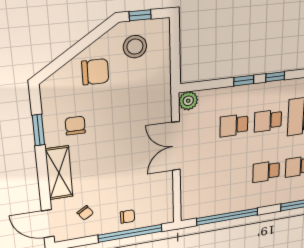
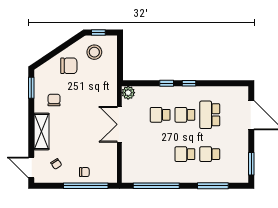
window: (38, 130) -> (31, 88), moved

